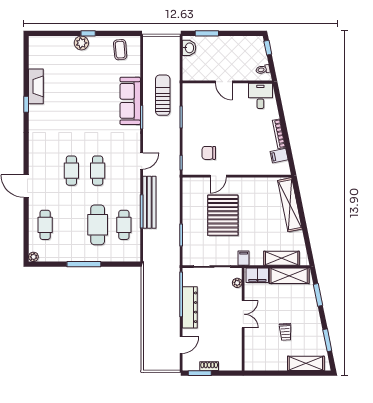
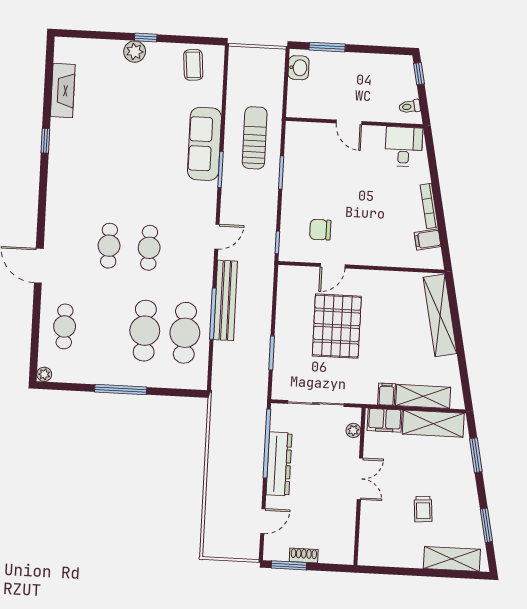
fireplace: (36, 86) -> (63, 90), moved
cafe table: (124, 225) -> (185, 333), width x1.37, depth x1.35
filing cabinet: (244, 258) -> (386, 394), moved

